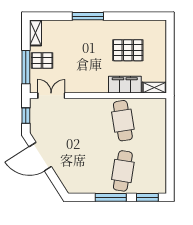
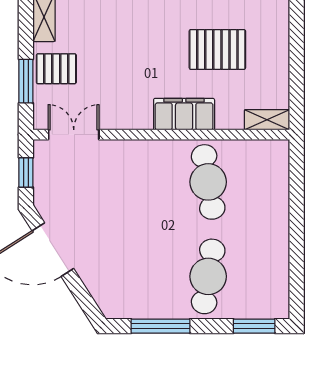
window: (26, 67) -> (26, 81), width x0.69
filing cabinet: (125, 85) -> (184, 114), moved
window: (111, 197) -> (161, 326), moved

